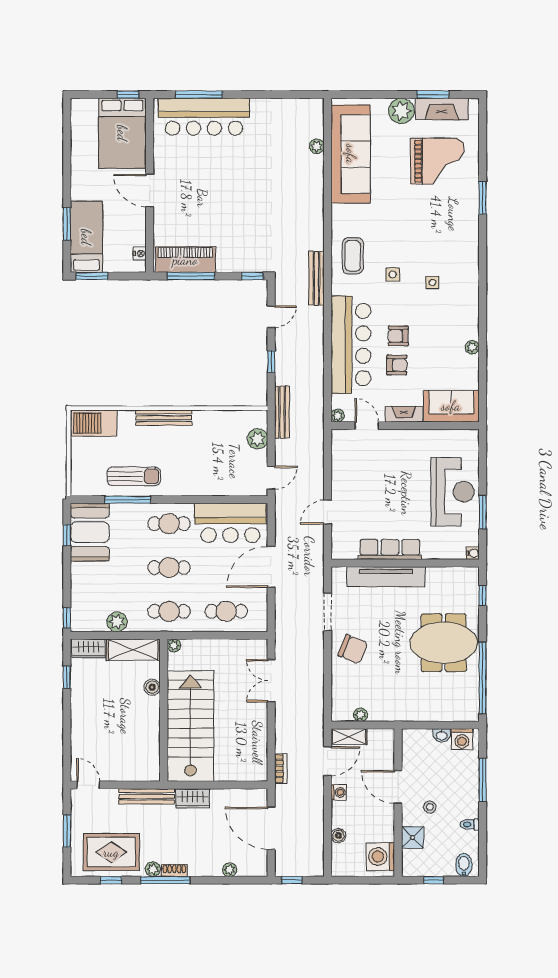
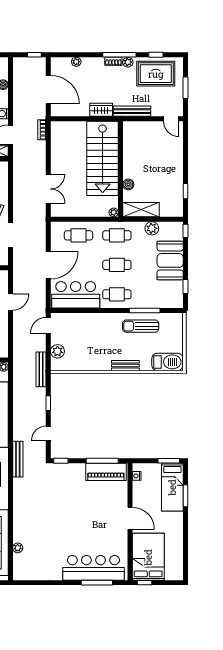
bench: (164, 418) -> (125, 366), width x0.73
booth: (90, 532) -> (170, 260), moved
wardrobe: (88, 648) -> (171, 210), removed

